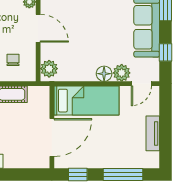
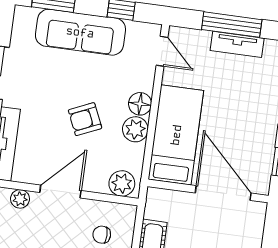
armchair: (89, 38) -> (85, 119), added
plant: (122, 73) -> (135, 129), moved
window: (166, 128) -> (232, 25), added

